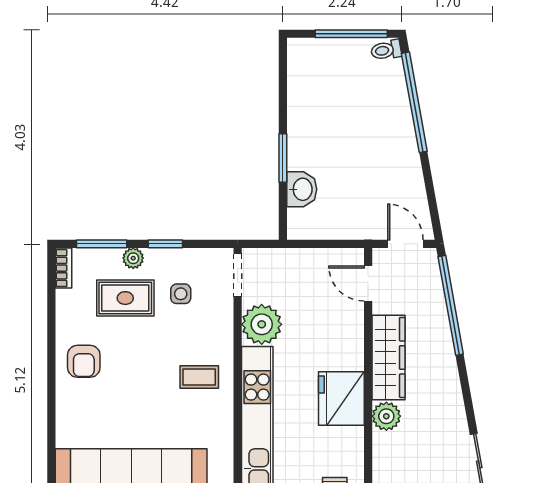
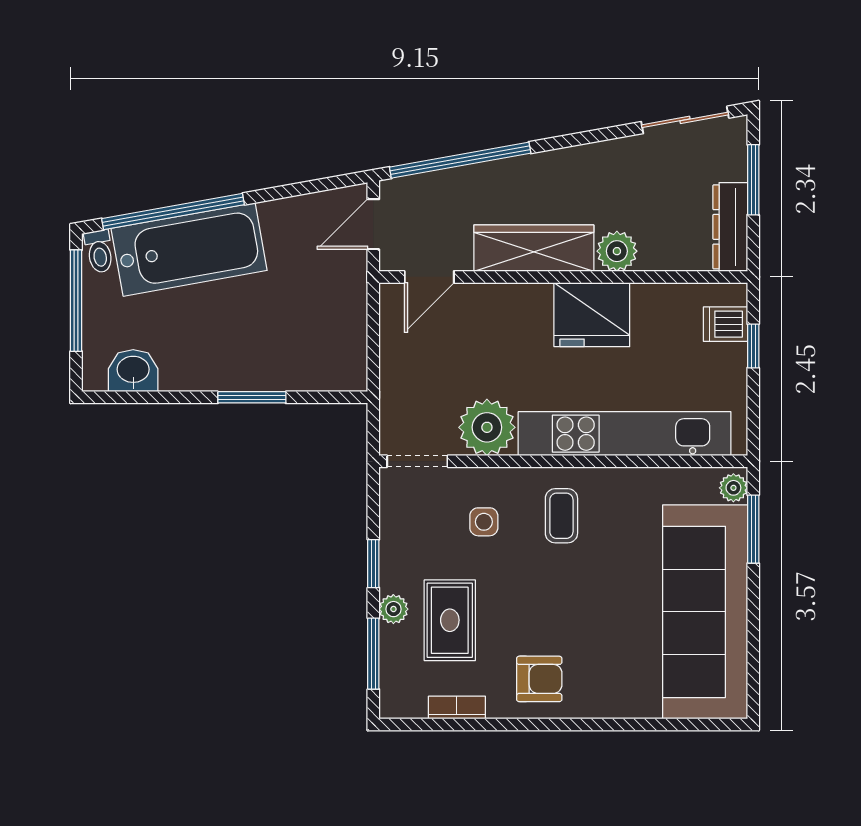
bathtub: (387, 114) -> (189, 249), added
washbasin: (302, 189) -> (133, 371), moved
bookcase: (64, 268) -> (457, 708), moved
side table: (181, 294) -> (484, 522), moved

